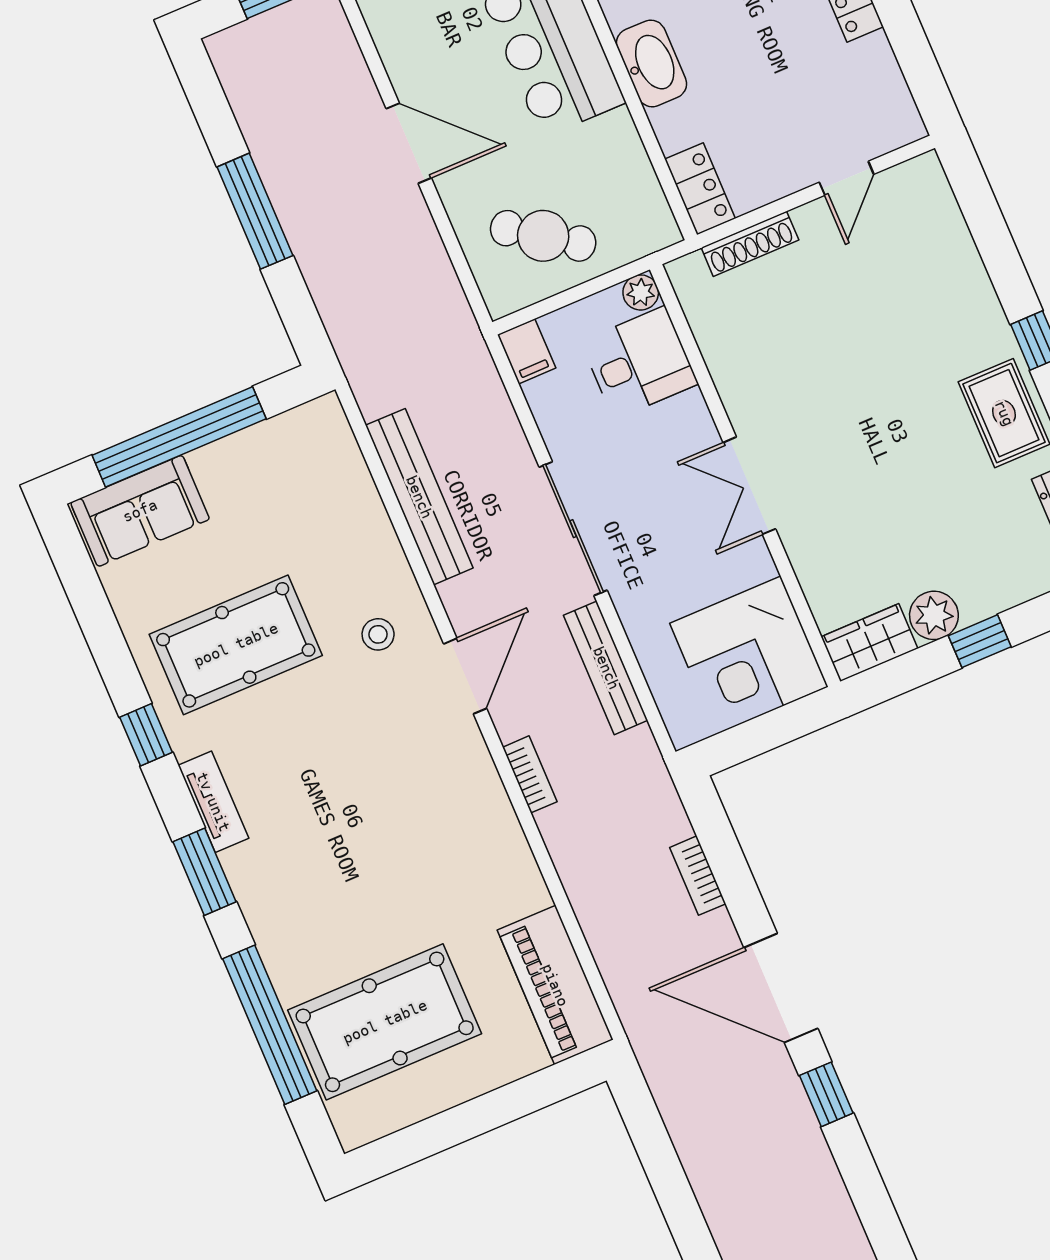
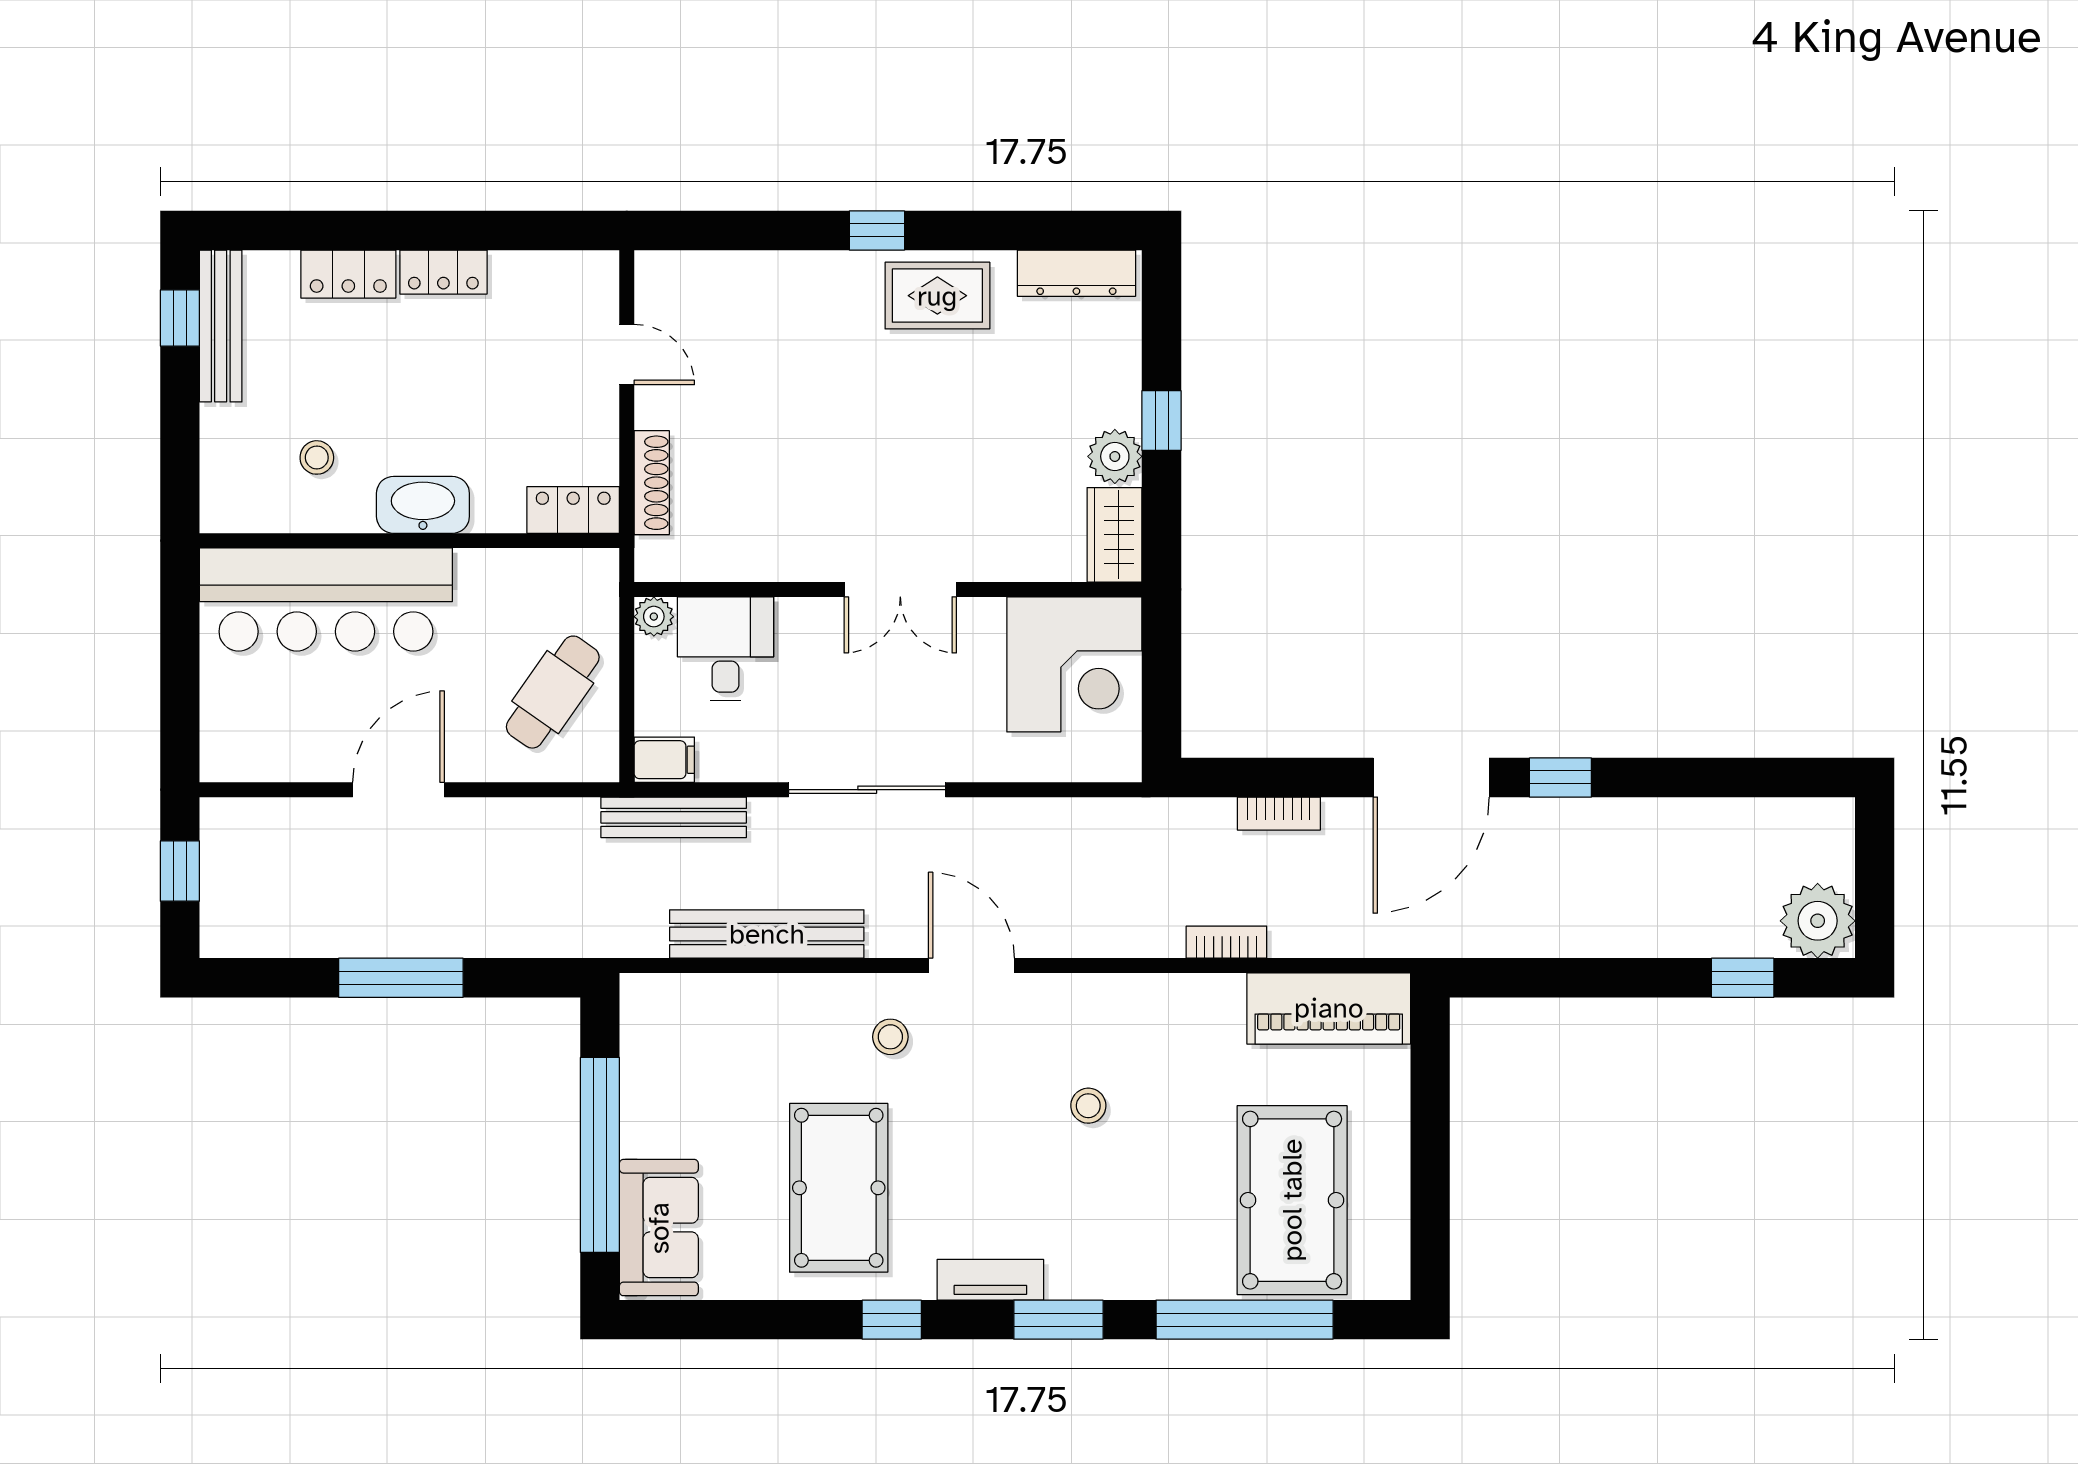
bench: (606, 668) -> (674, 817), moved
bookcase: (530, 774) -> (1226, 942), moved
stool: (391, 821) -> (1088, 1106), added

